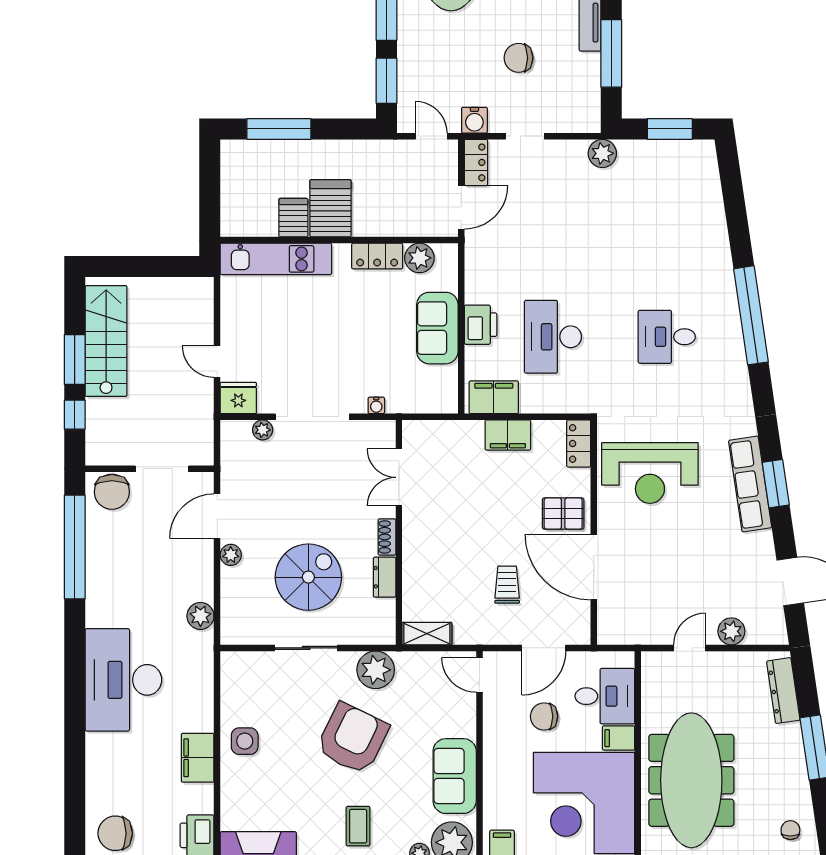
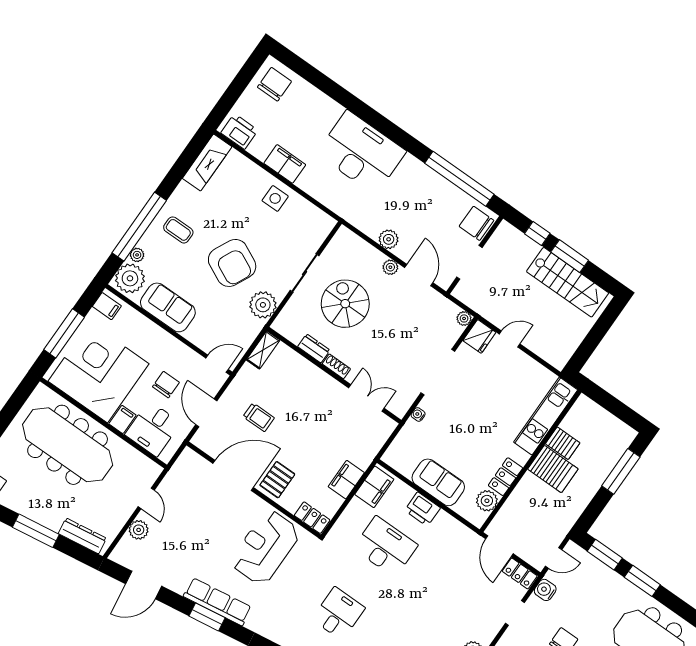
plant: (263, 430) -> (464, 318), moved
spiral stairs: (308, 577) -> (345, 304), turned 180
plant: (200, 616) -> (389, 239), moved

